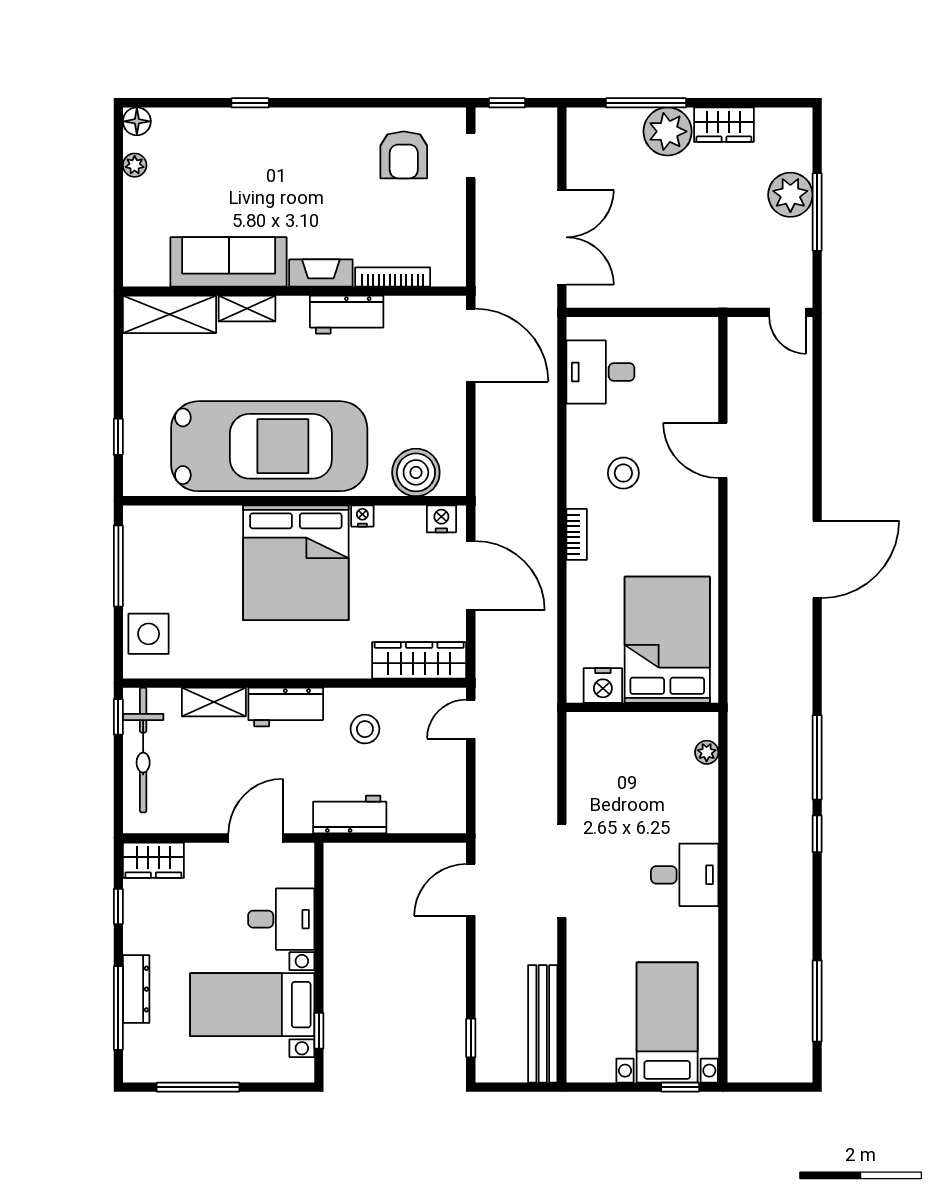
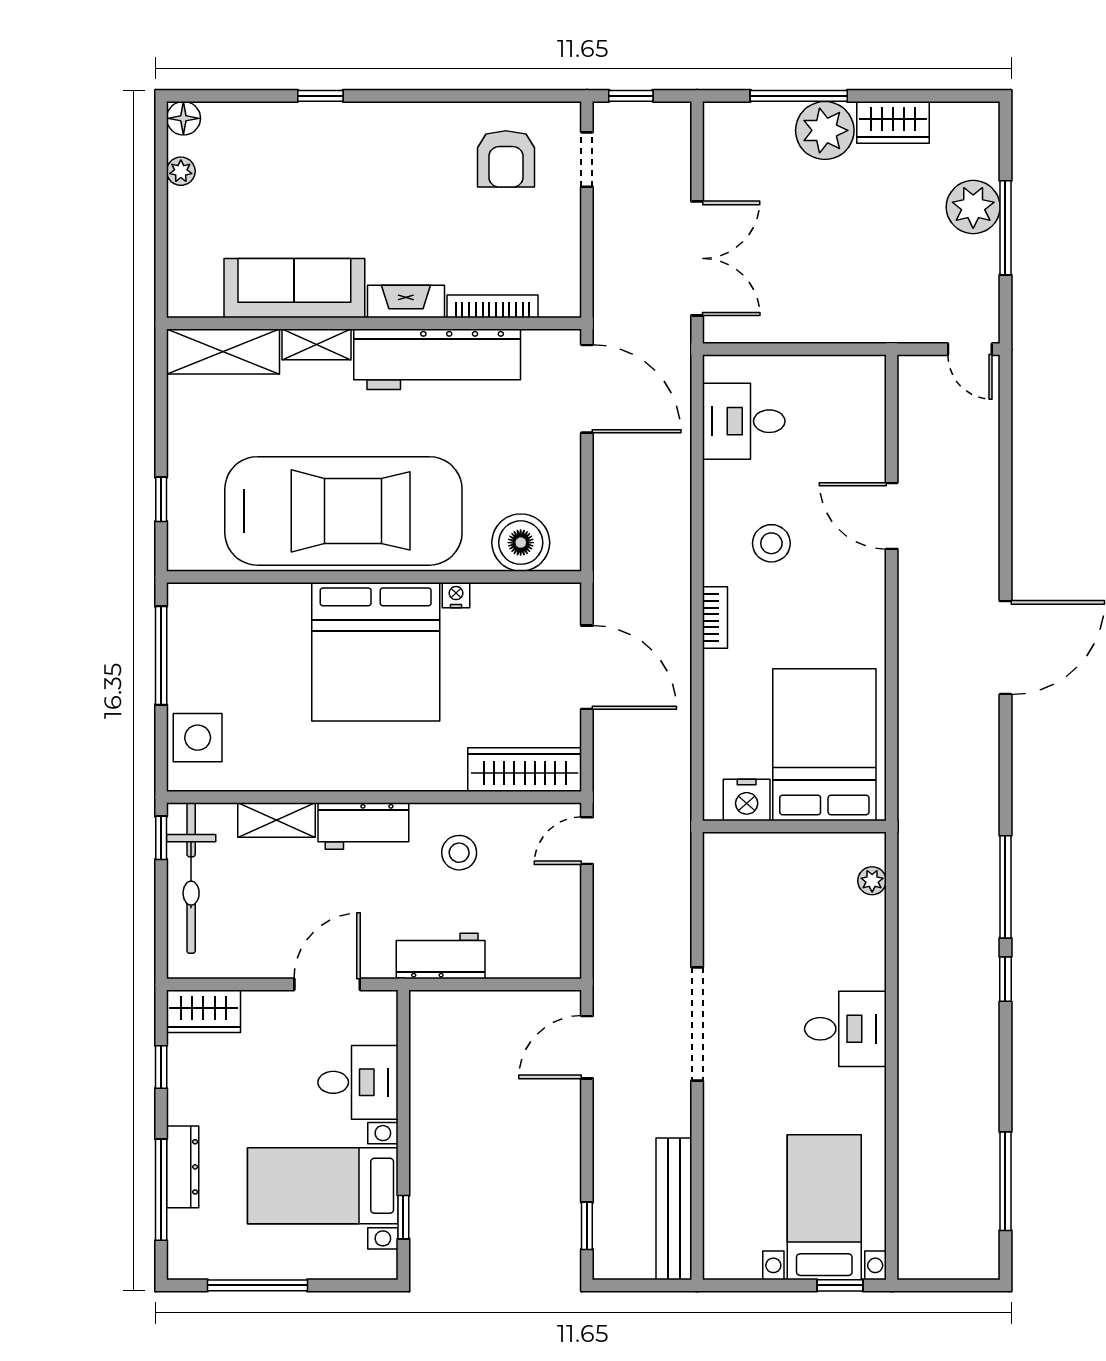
workbench: (347, 315) -> (437, 359), width x1.88, depth x1.32
nightstand: (441, 519) -> (551, 599), removed

